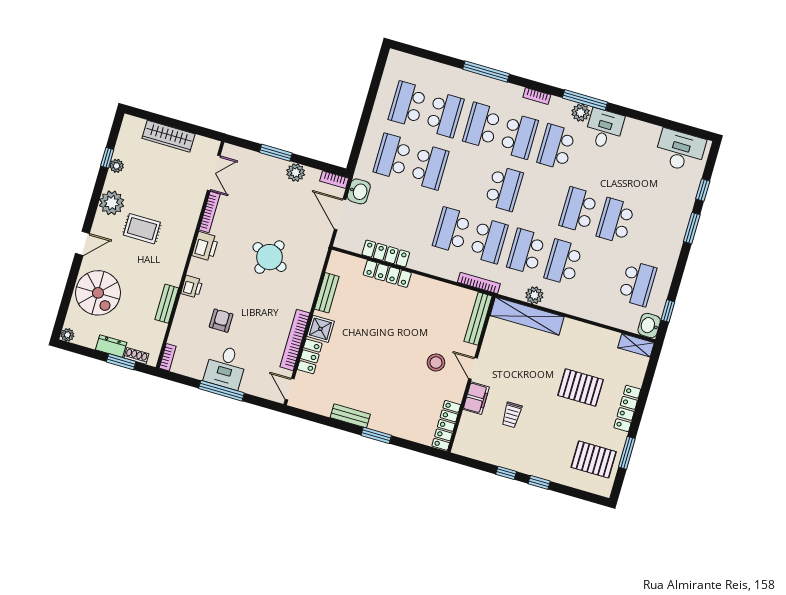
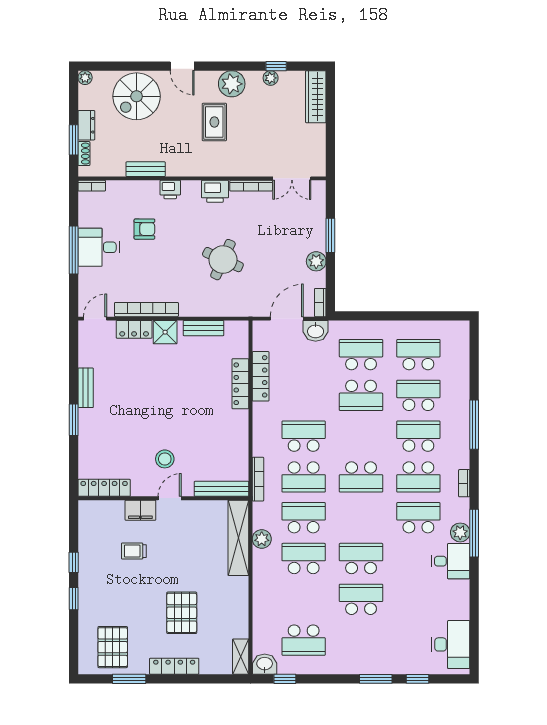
school desk: (445, 115) -> (418, 395), turned 180
wardrobe: (168, 136) -> (316, 97), moved

